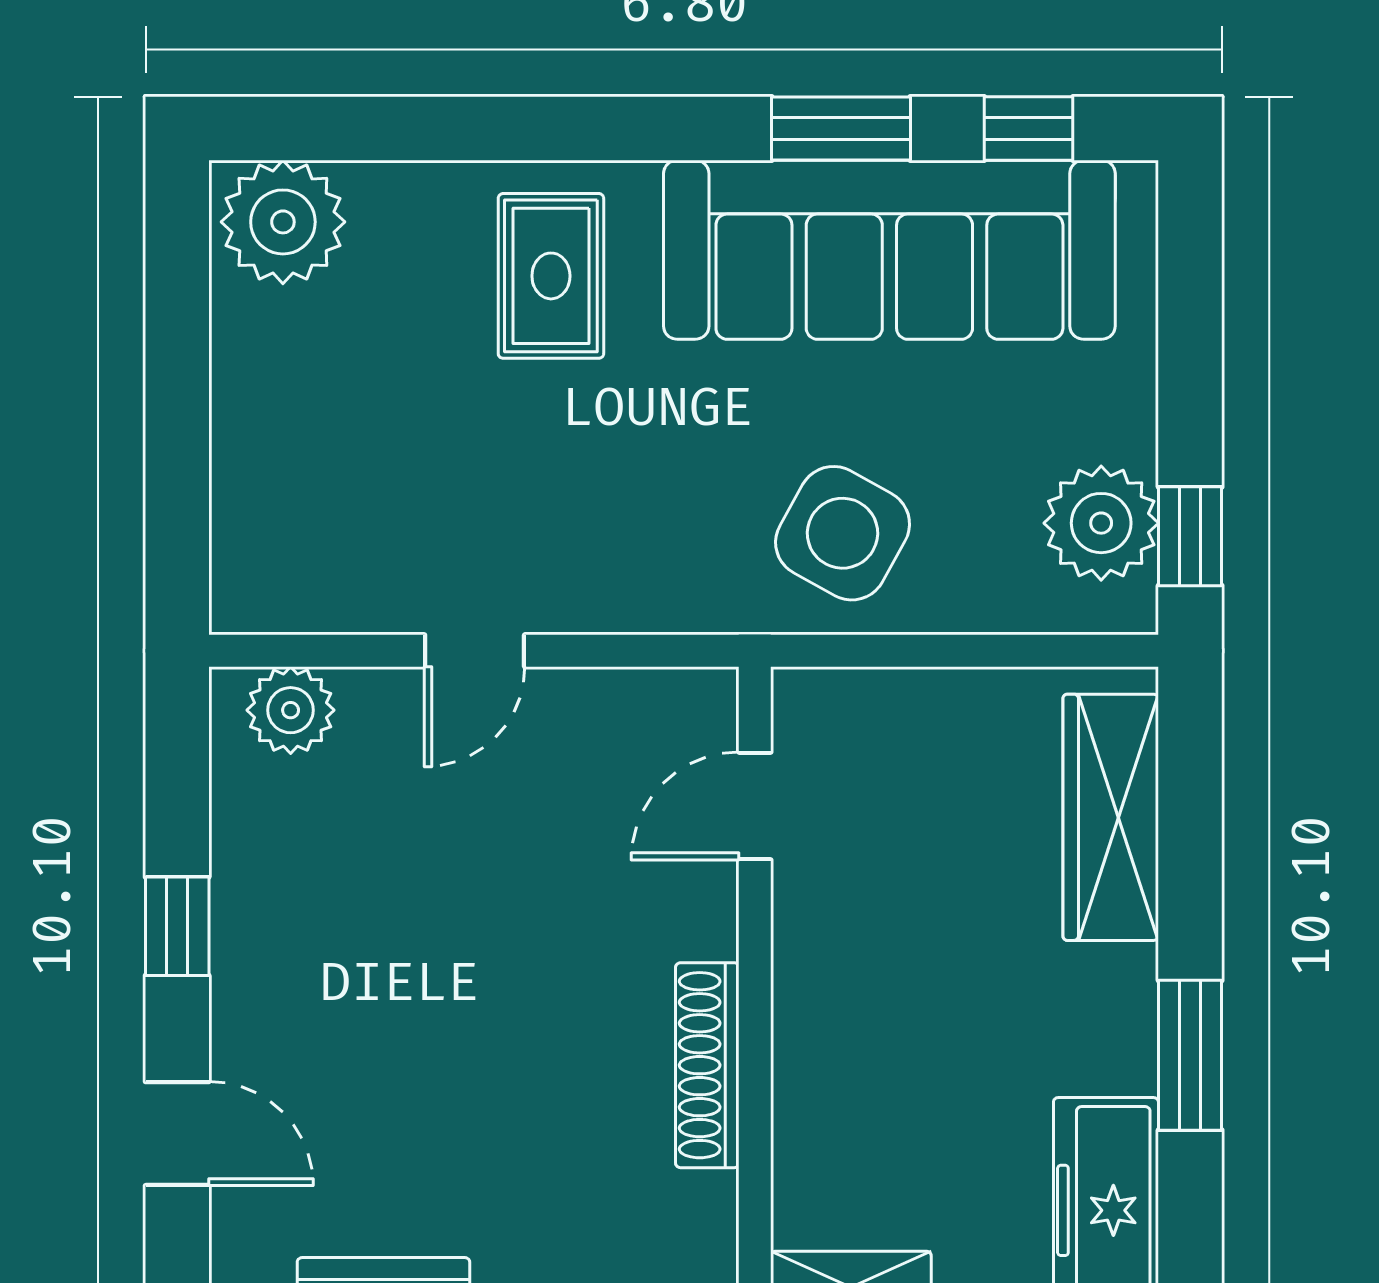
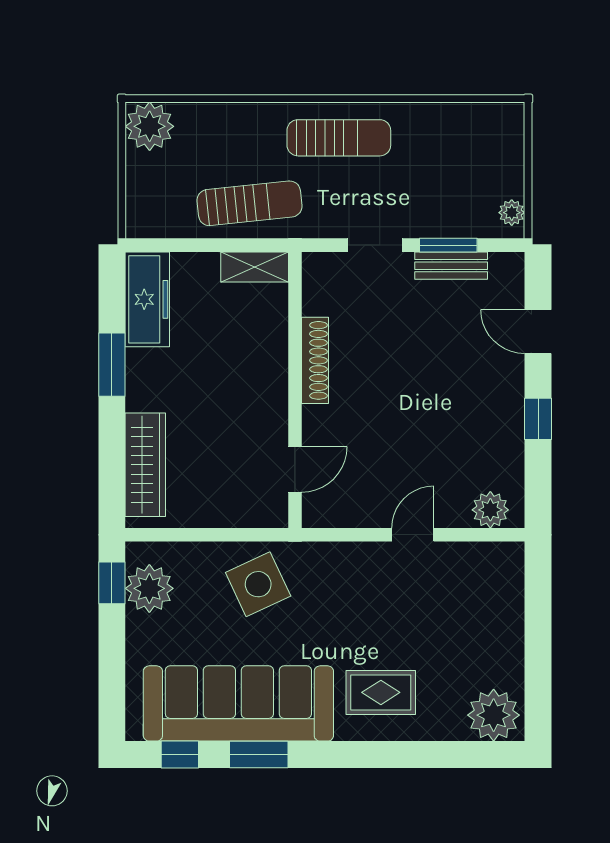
rug: (551, 276) -> (381, 692), turned 90
side table: (843, 533) -> (258, 584), turned 36

